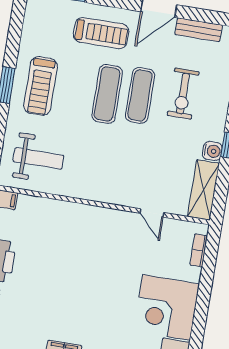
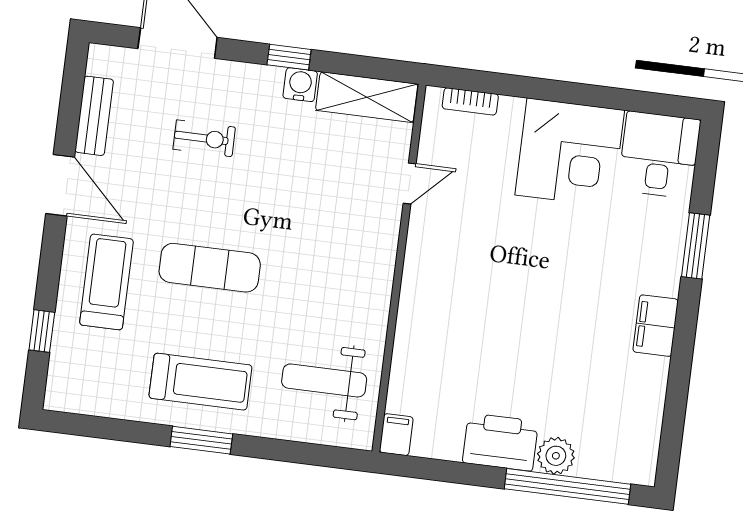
exercise bike: (183, 94) -> (204, 138), width x0.73, depth x0.72
exercise mat: (140, 95) -> (210, 211), removed
weight bench: (38, 158) -> (324, 380), turned -90

